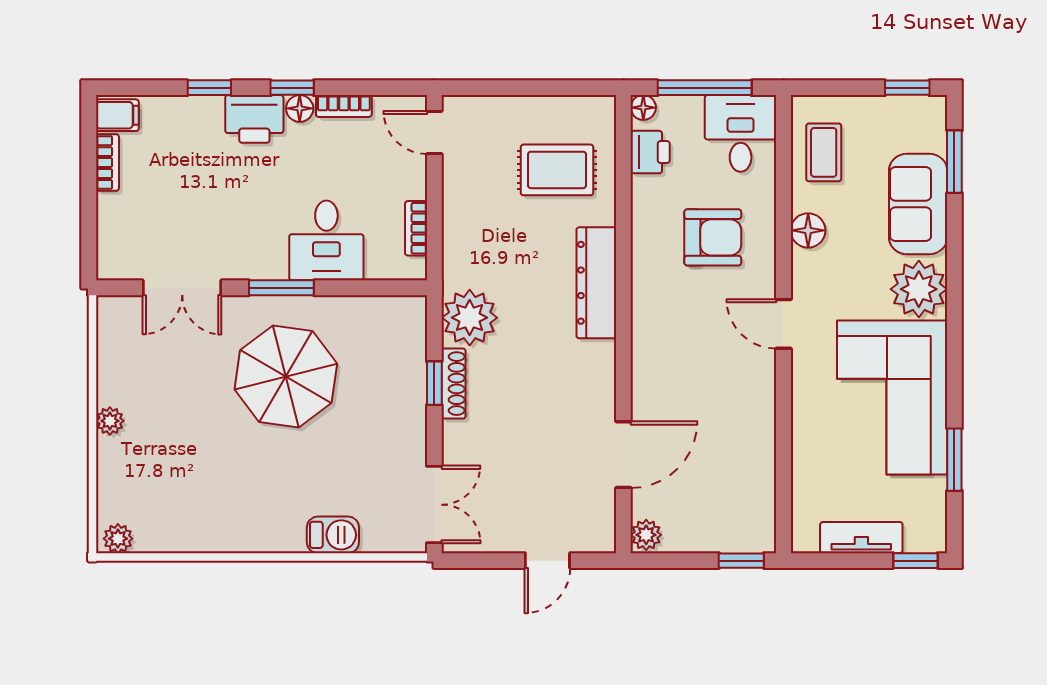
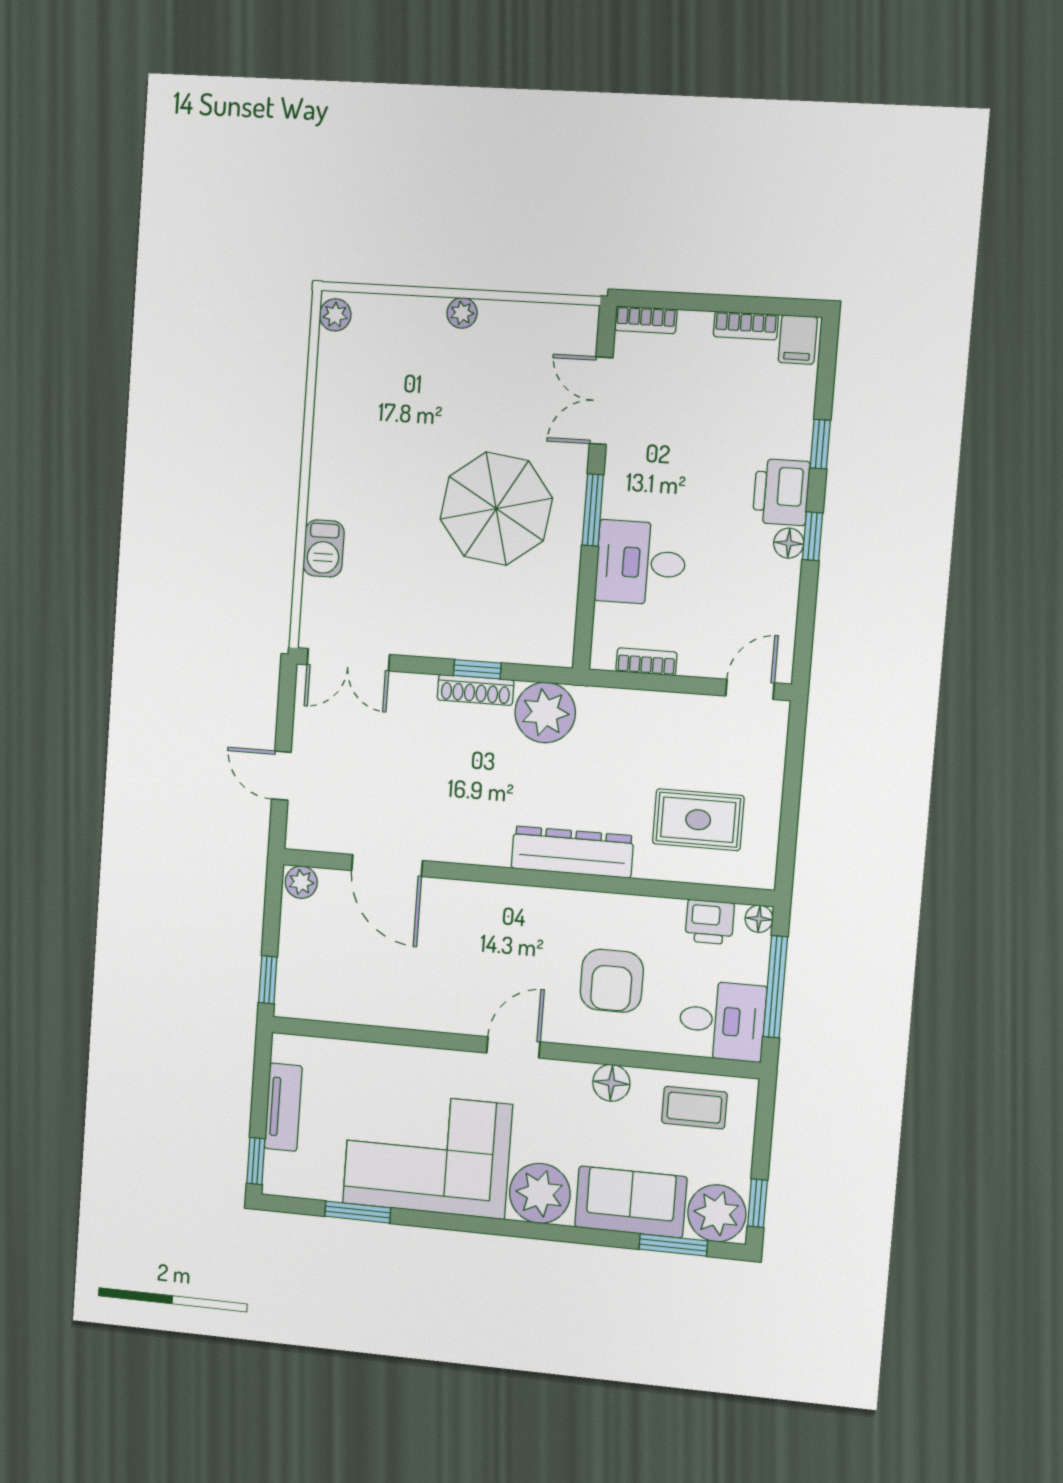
bookcase: (344, 106) -> (646, 320), moved, turned -90
plant: (920, 124) -> (717, 1213), added
rug: (557, 170) -> (698, 820), turned 90

